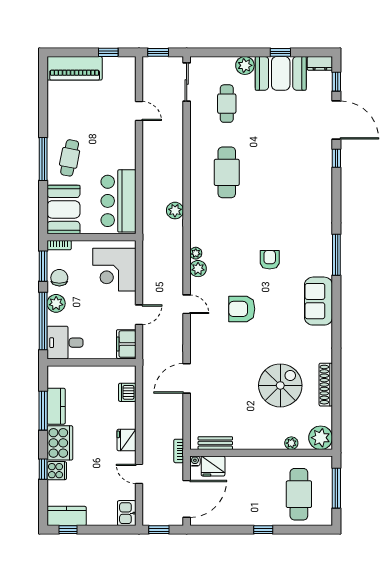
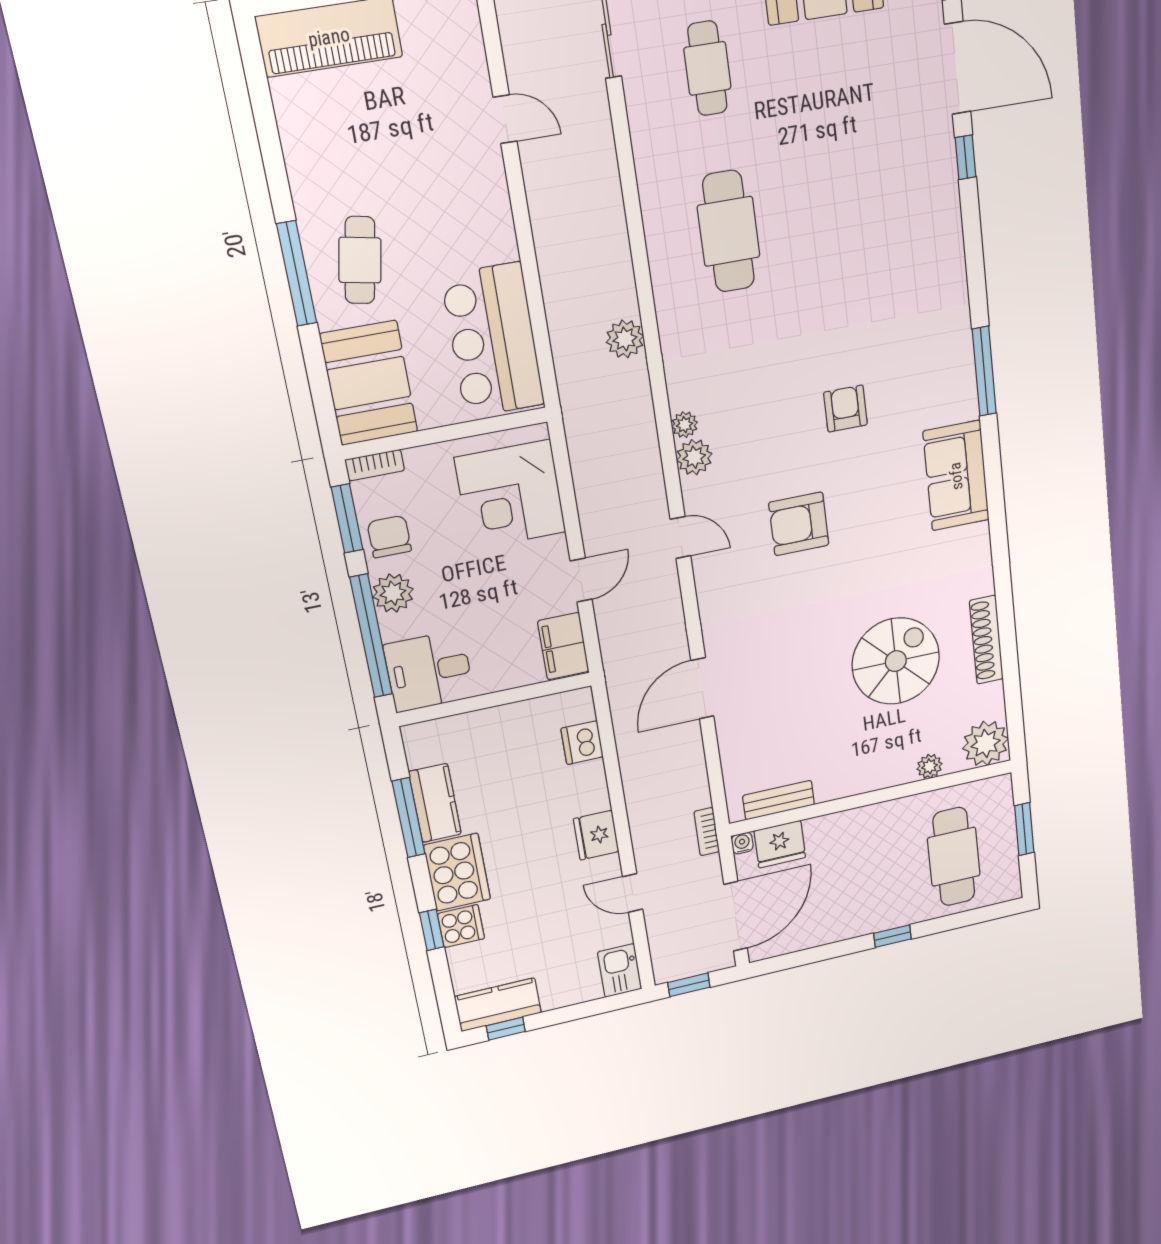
window: (336, 488) -> (1024, 829), width x0.69

